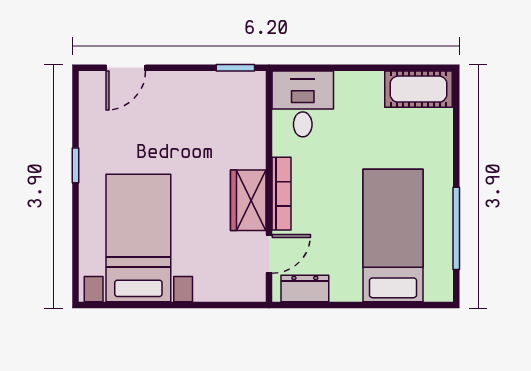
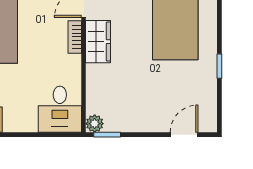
plant: (253, 83) -> (95, 124), added
bookcase: (281, 194) -> (75, 37), width x0.64

